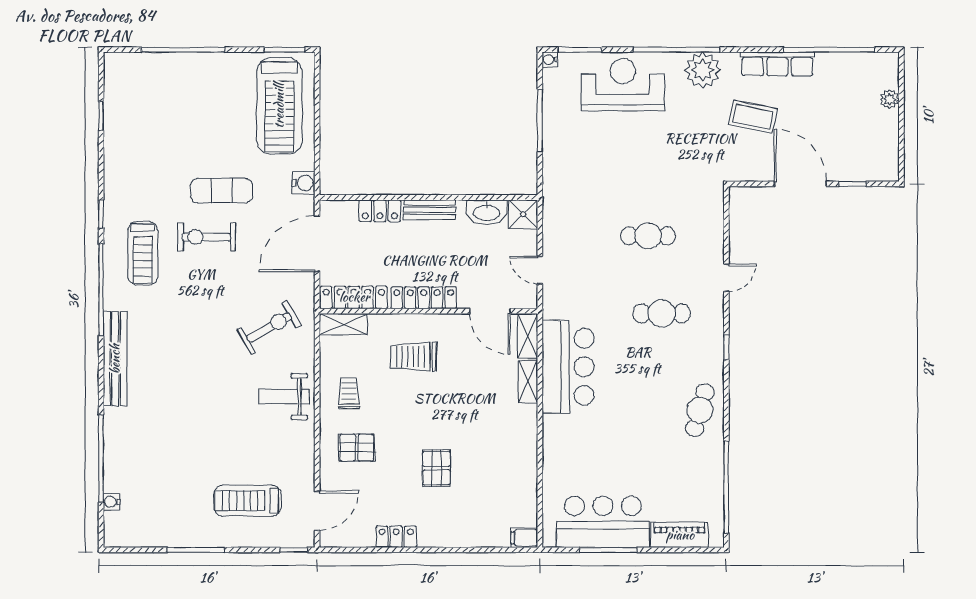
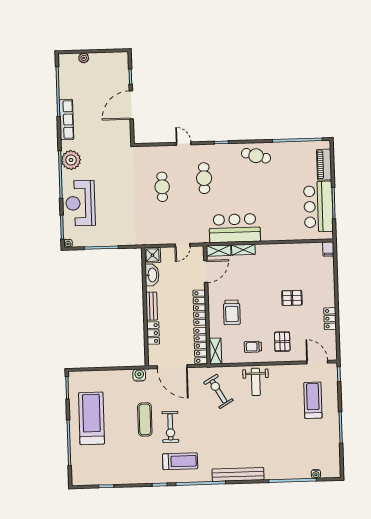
treadmill: (279, 106) -> (91, 418), moved, turned -90
coffee table: (753, 117) -> (96, 132), removed
treadmill: (247, 501) -> (313, 400), turned 180

